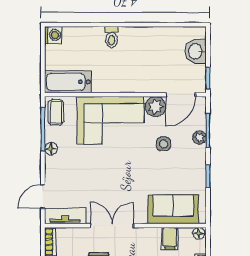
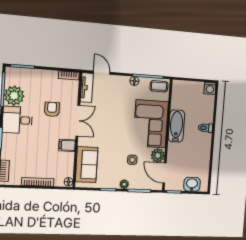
bathtub: (68, 82) -> (176, 126), moved
plant: (199, 138) -> (124, 184), moved
filing cabinet: (170, 238) -> (67, 145), moved

